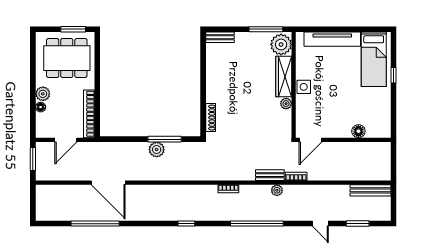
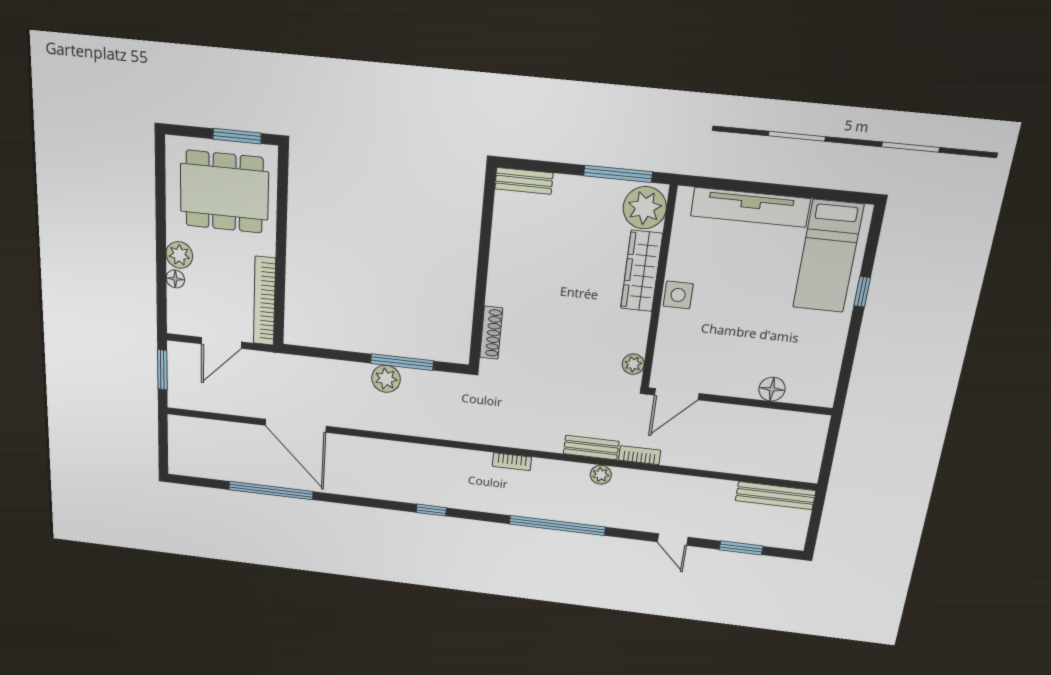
plant: (286, 104) -> (633, 364), moved

